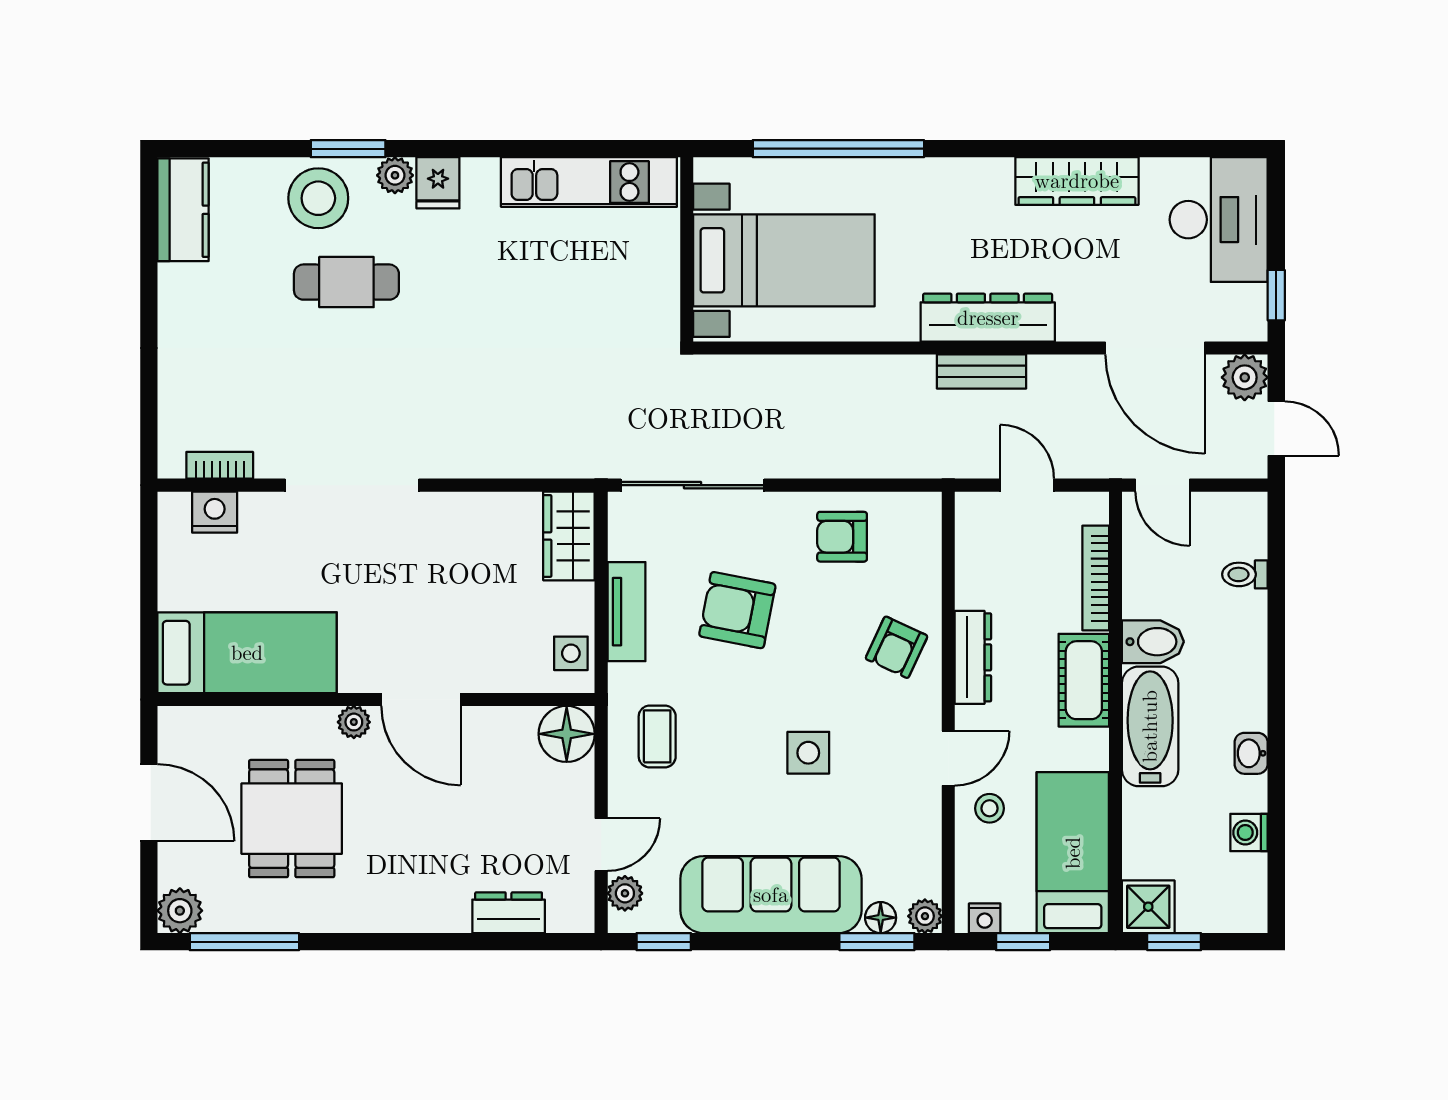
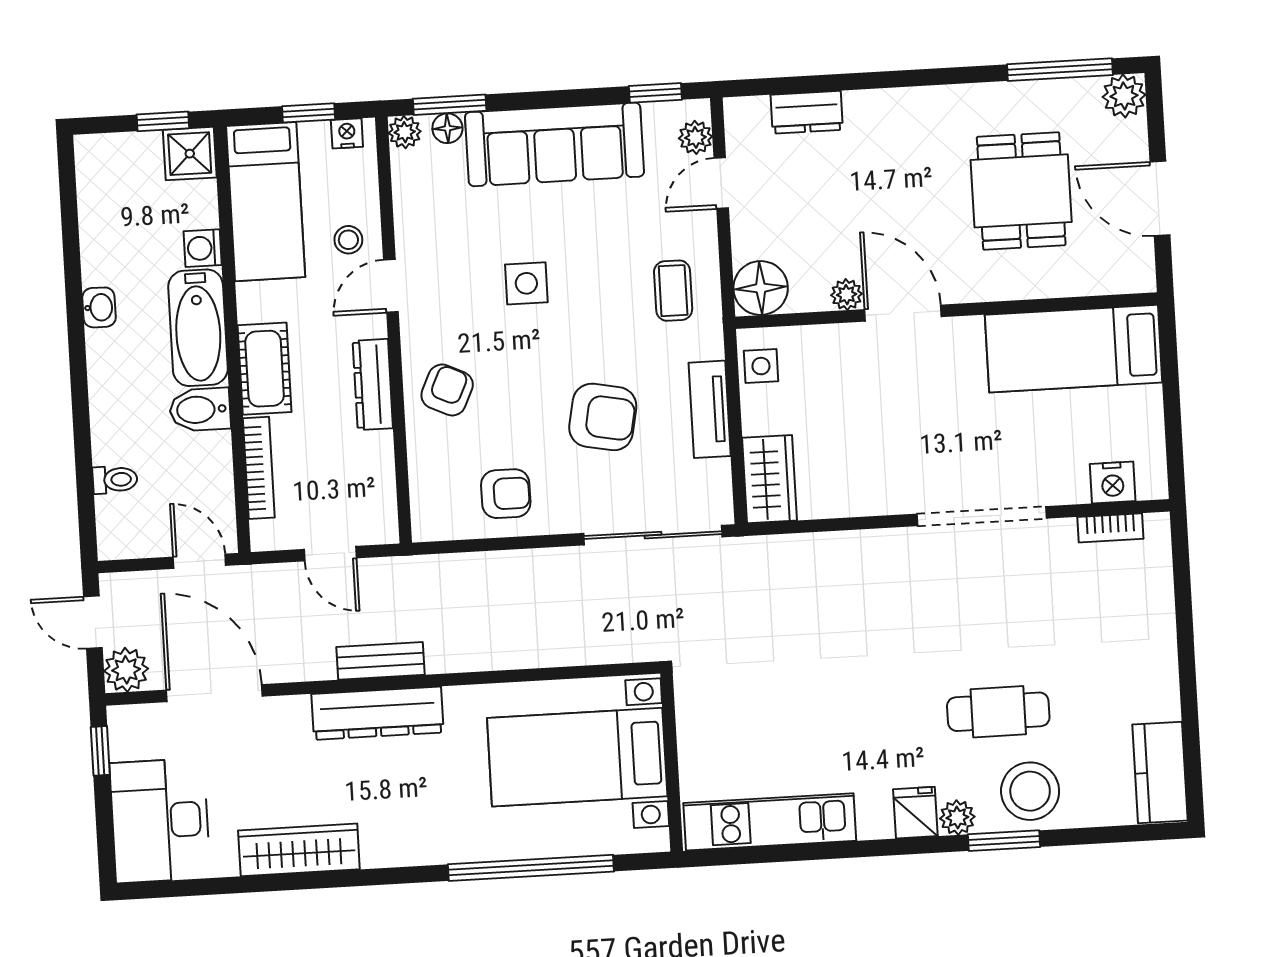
plant: (354, 722) -> (847, 295), moved
washing machine: (1249, 833) -> (203, 248), moved, turned 180

